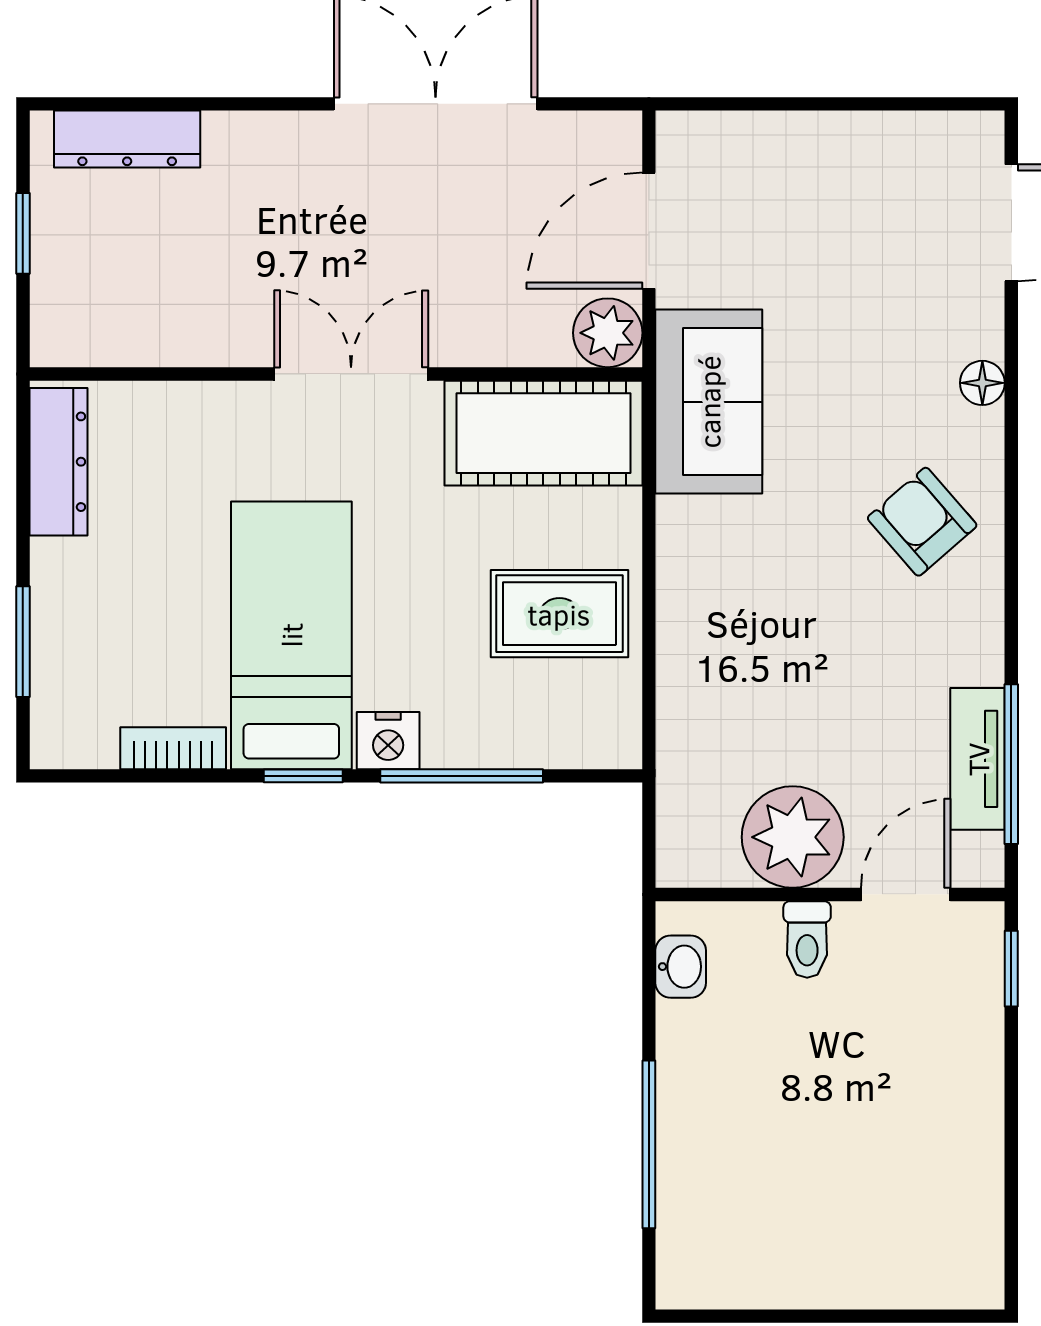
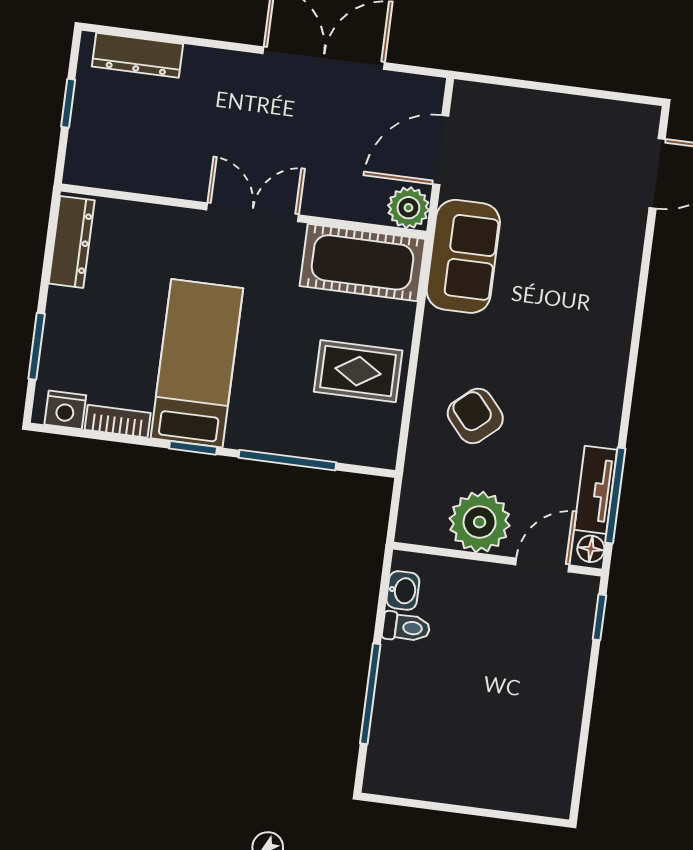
floor lamp: (982, 383) -> (591, 549), moved
armchair: (922, 522) -> (475, 416), moved
nightstand: (388, 741) -> (65, 410), moved
toilet: (807, 940) -> (406, 627), moved, turned -90

